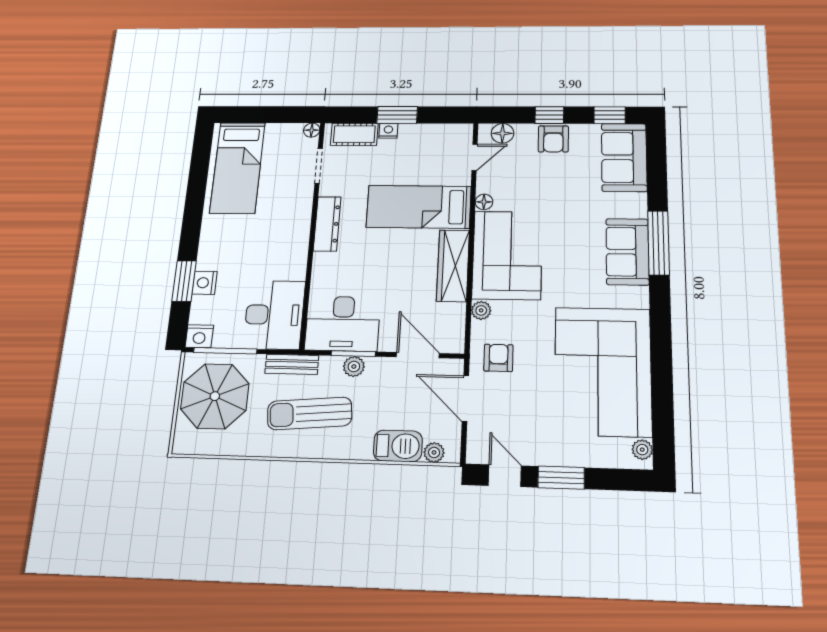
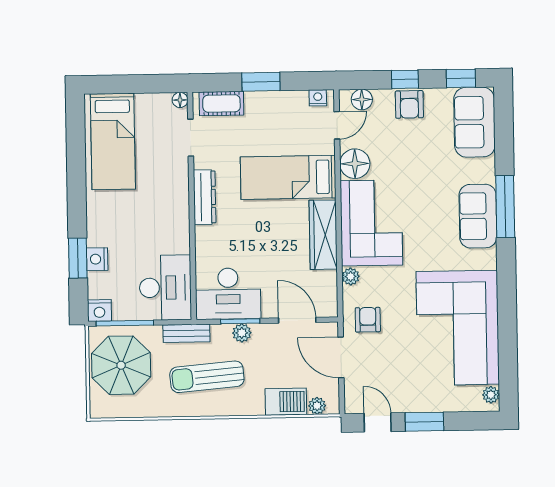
nightstand: (388, 131) -> (318, 98), moved
floor lamp: (484, 202) -> (355, 164), width x1.89, depth x1.89

